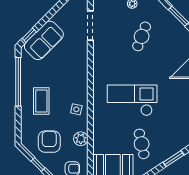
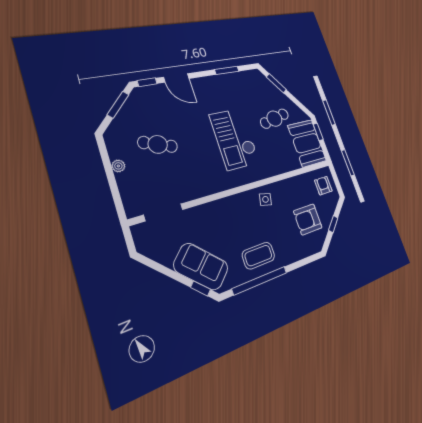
coffee table: (41, 101) -> (258, 256), moved
plant: (81, 139) -> (293, 185), removed

